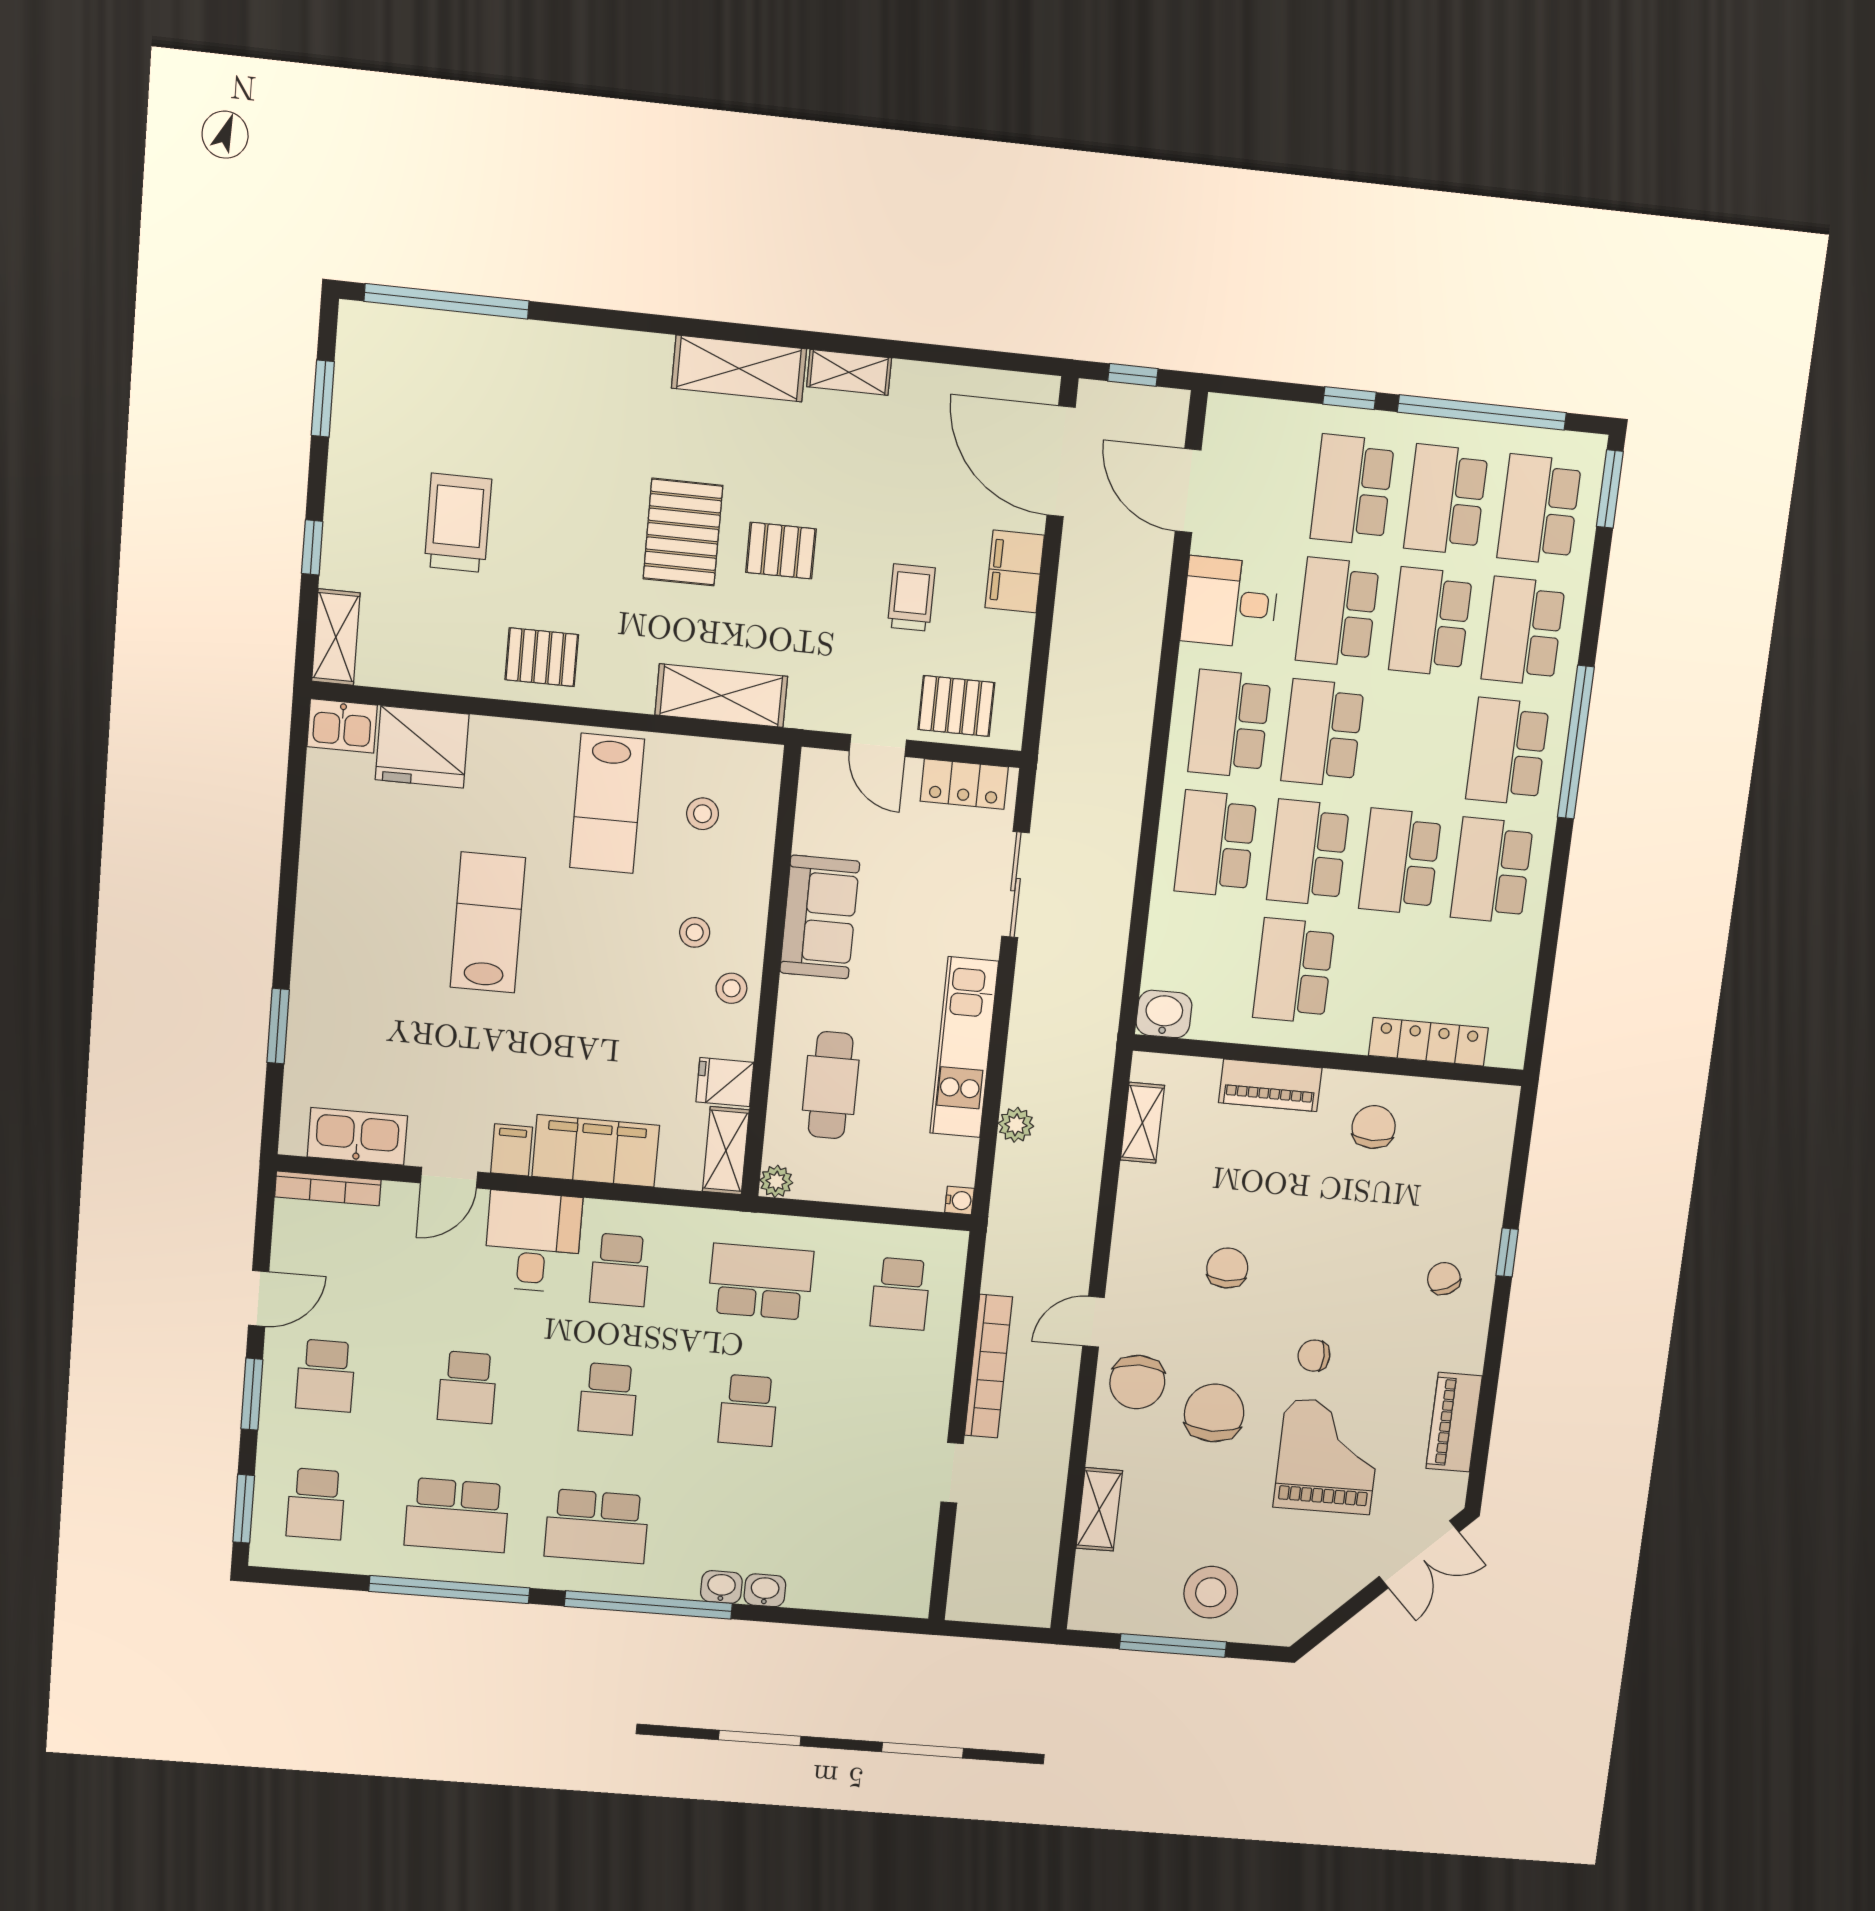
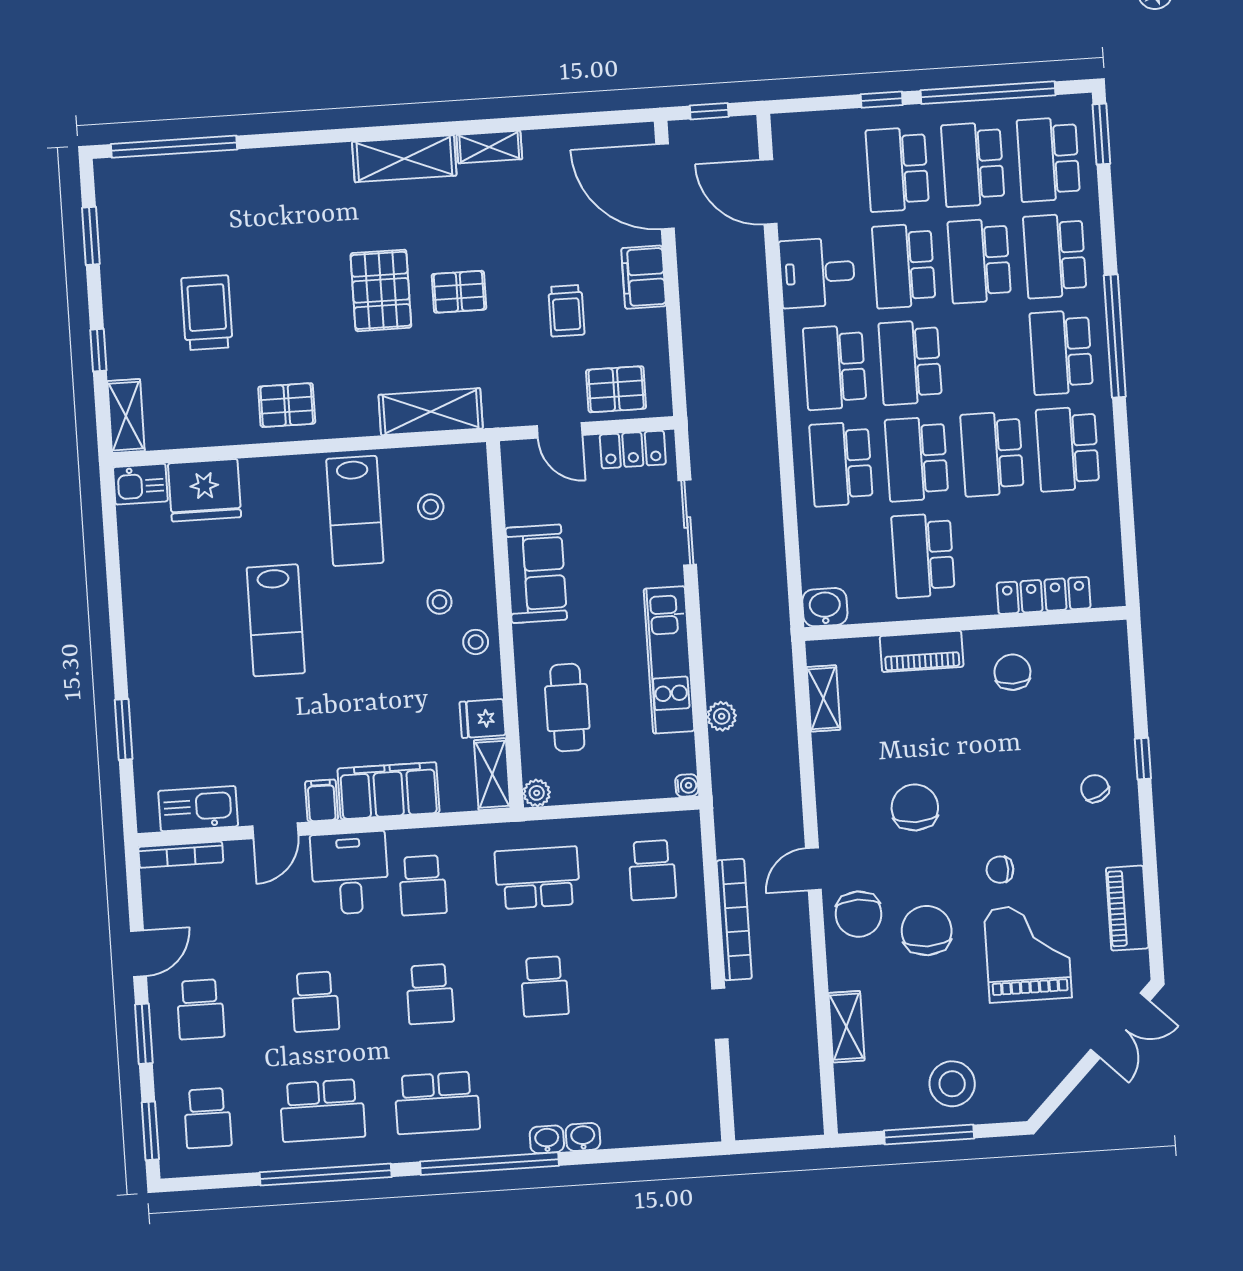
trolley: (911, 597) -> (566, 311), turned 180
lab bench: (488, 923) -> (276, 620), turned 180
chair: (1227, 1268) -> (915, 807), width x1.37, depth x1.37

